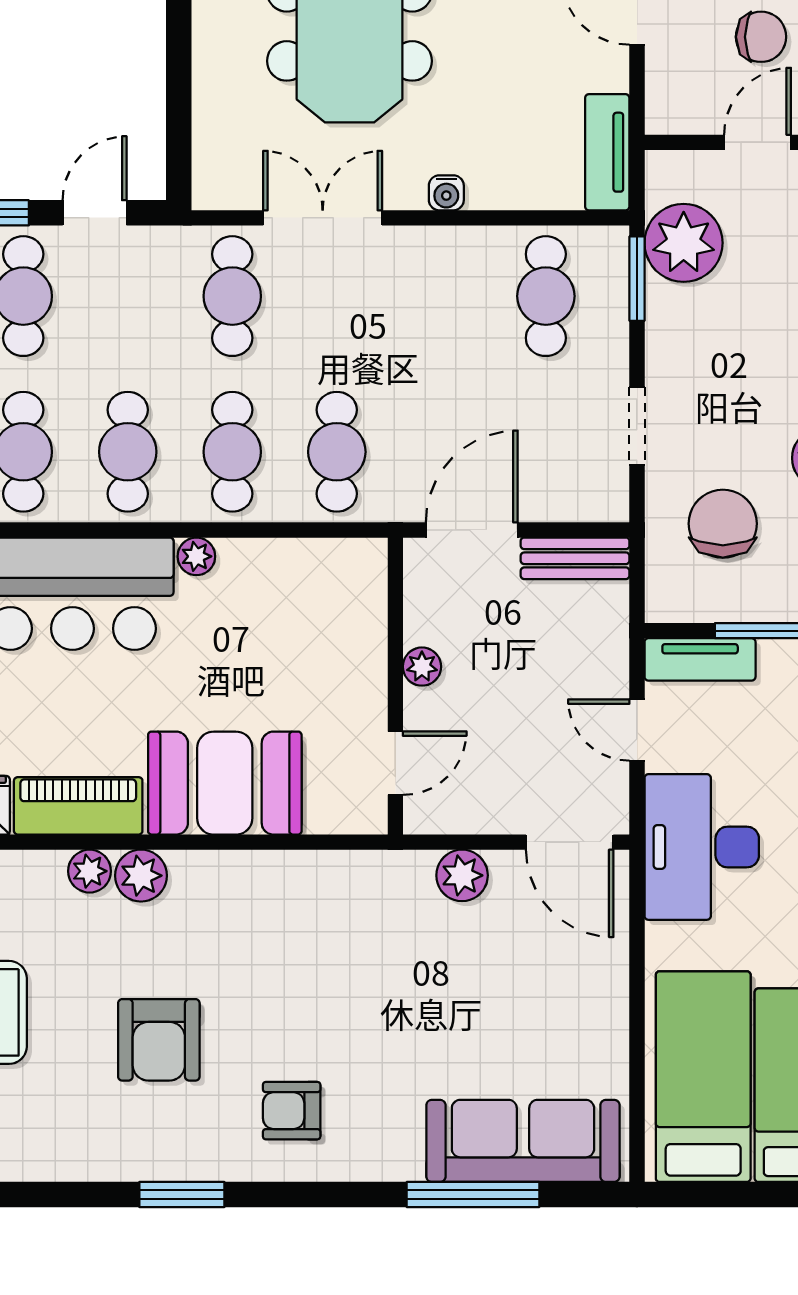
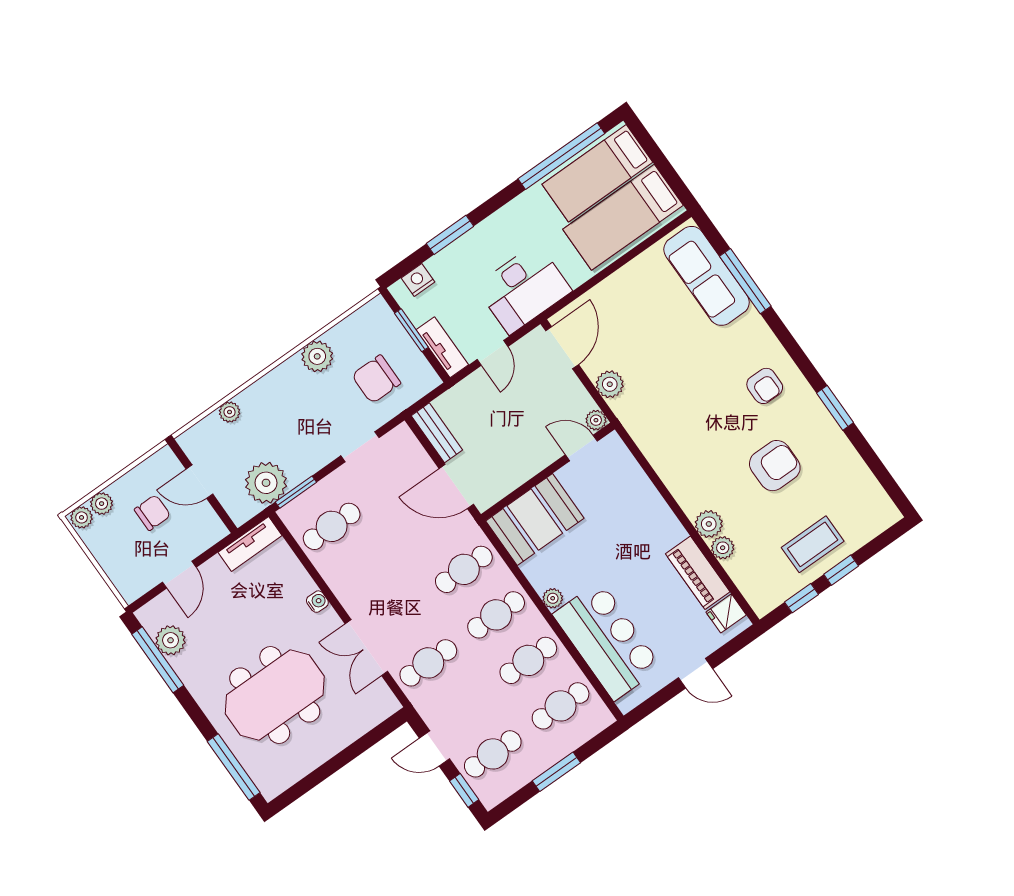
chair: (761, 37) -> (152, 513), turned 90
plant: (422, 667) -> (596, 420), moved
booth: (225, 783) -> (535, 520), moved, turned 90

